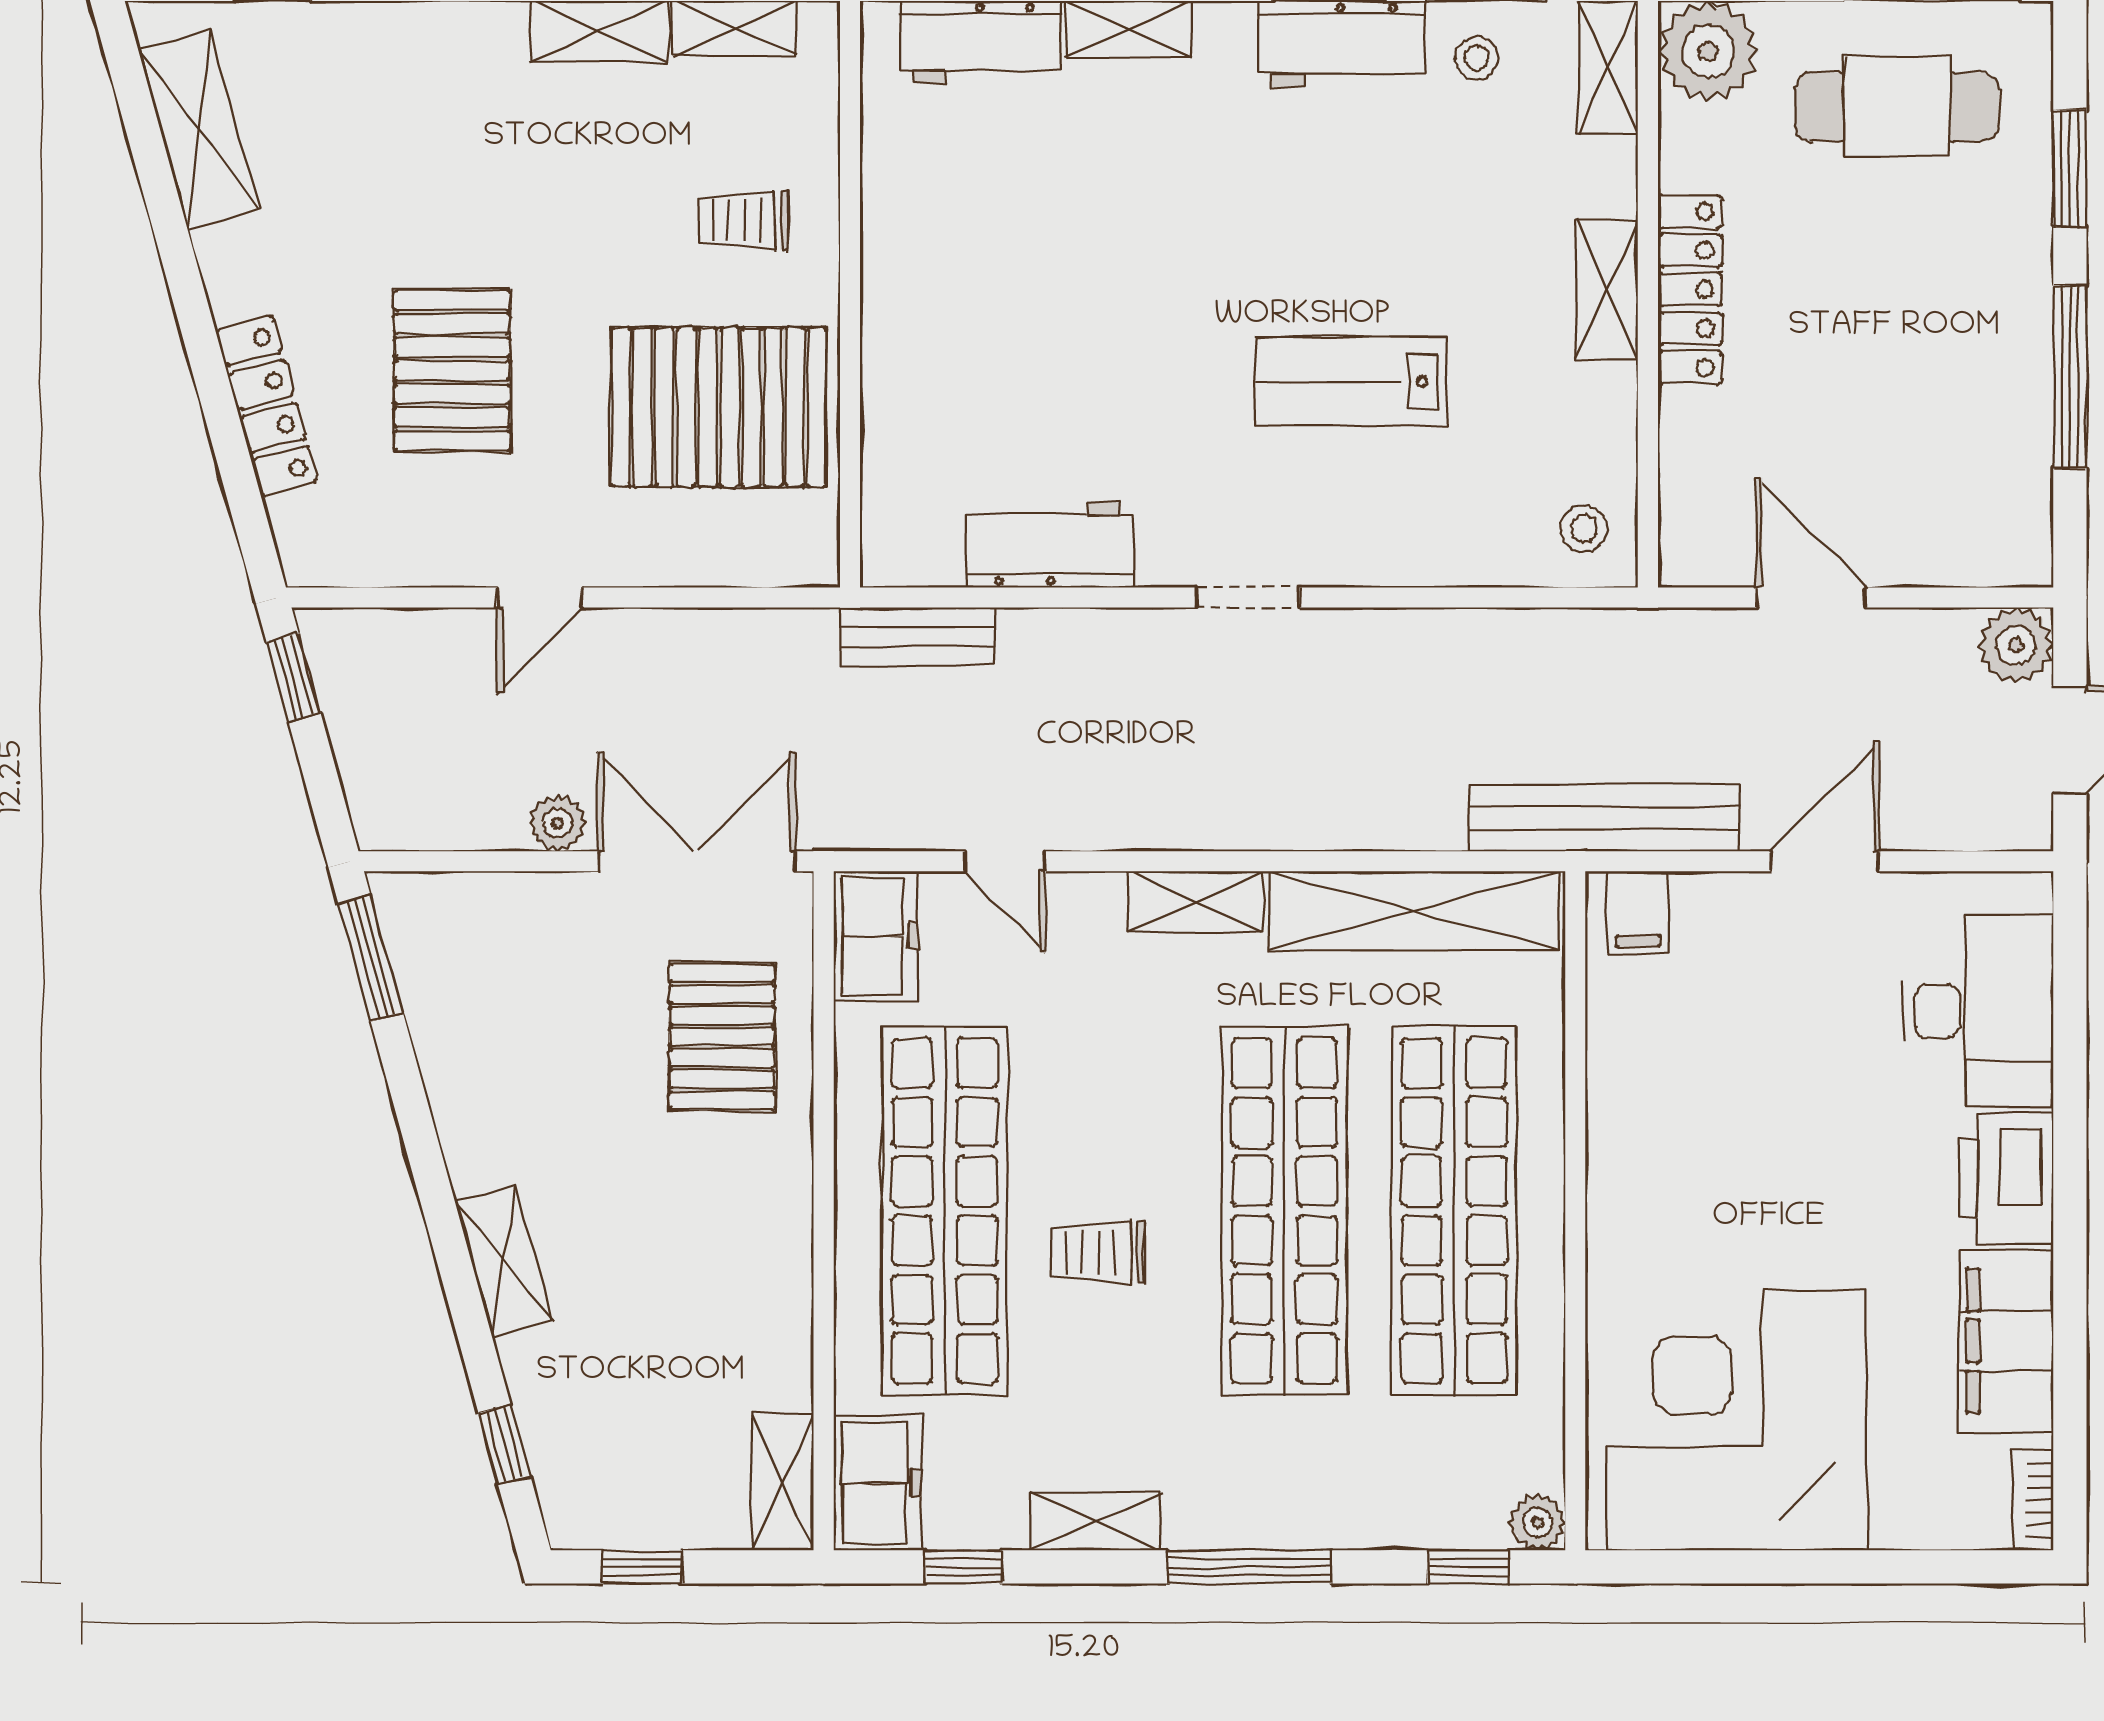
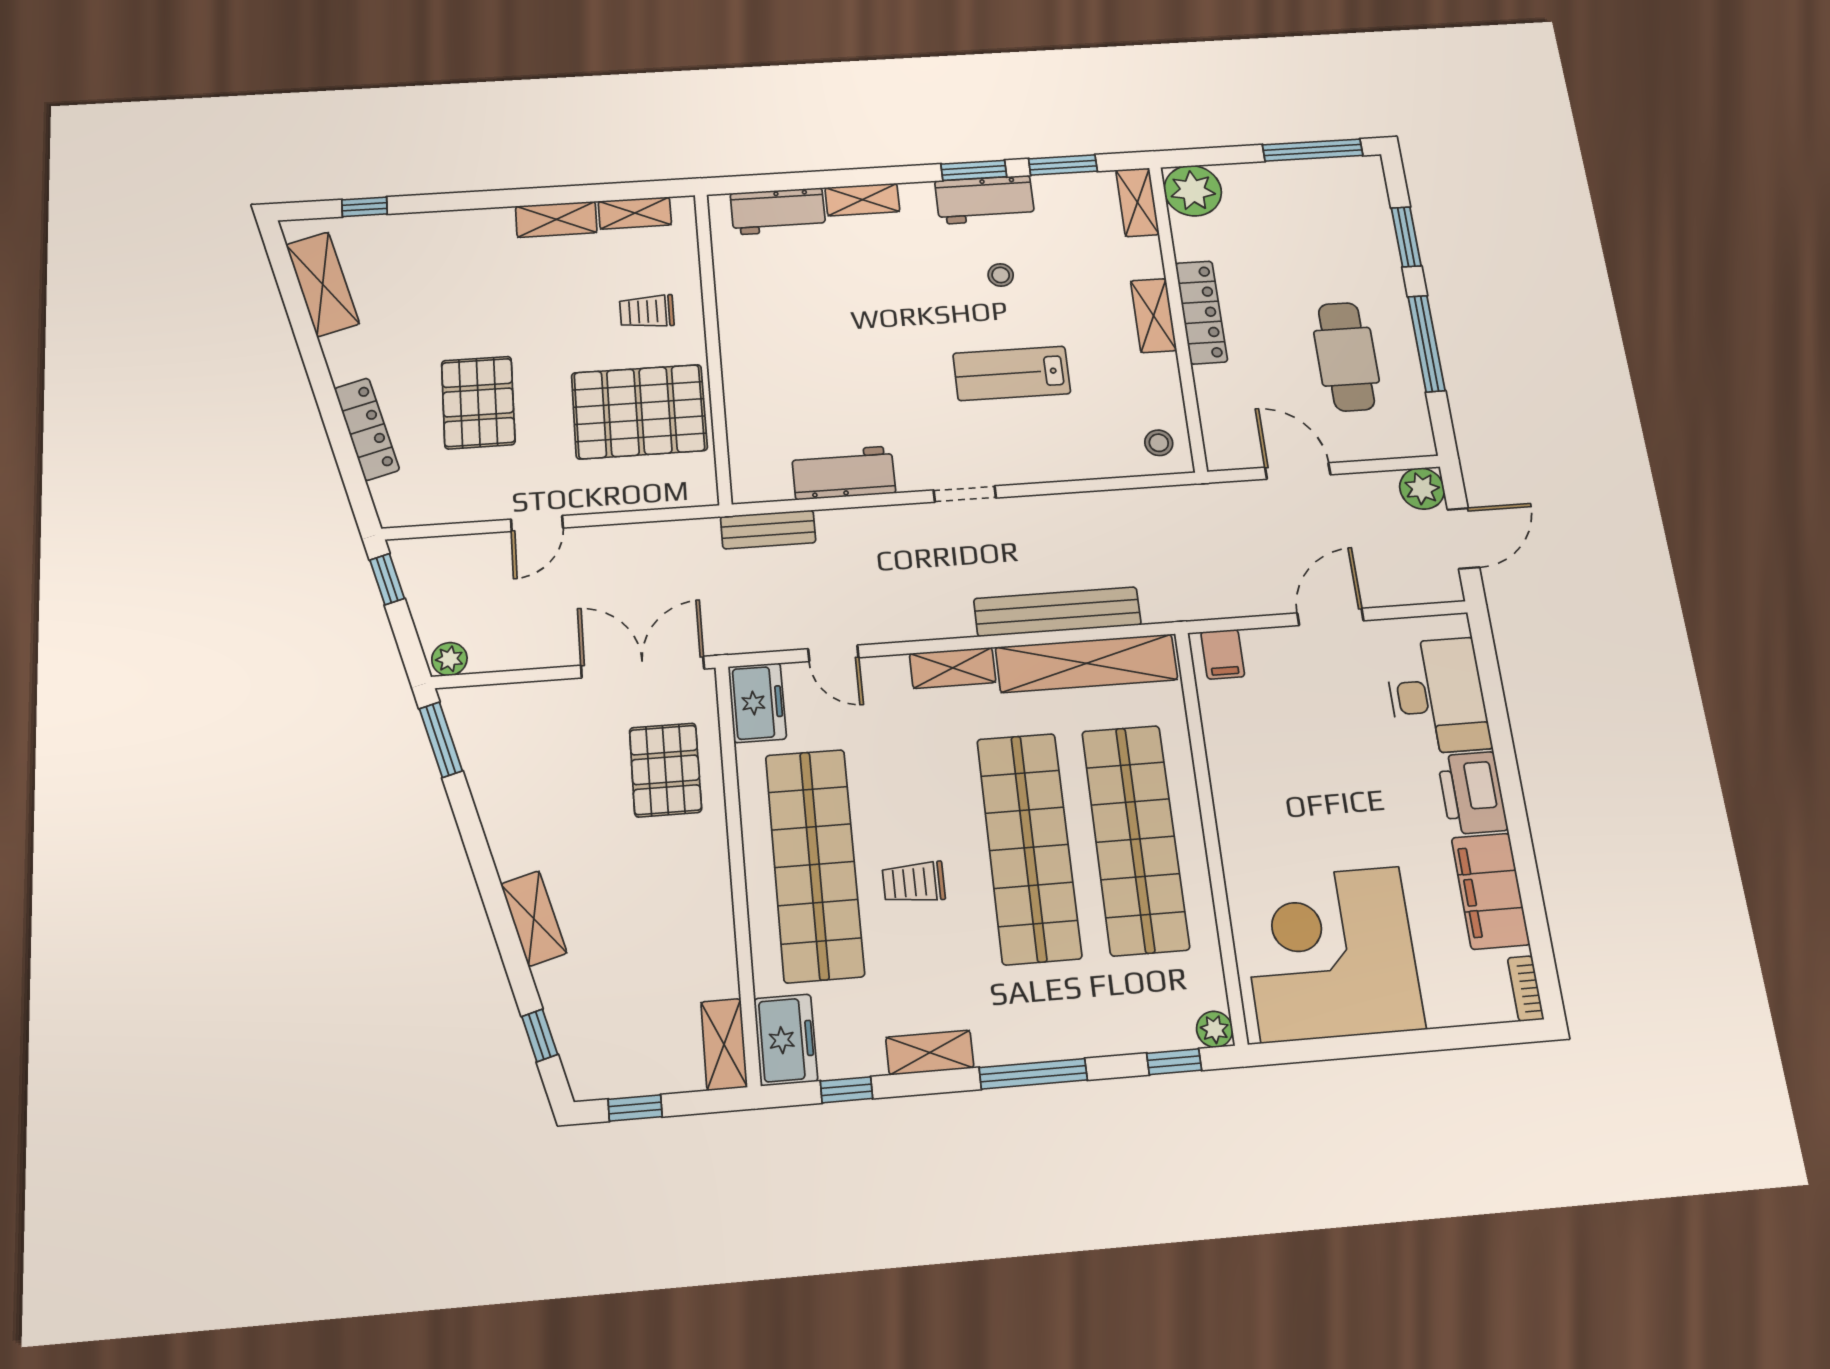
stool: (1476, 58) -> (1001, 275), moved
cafe table: (1897, 107) -> (1346, 357), moved, turned 90
bench: (1604, 818) -> (1057, 612), moved
plant: (558, 823) -> (449, 659), moved

